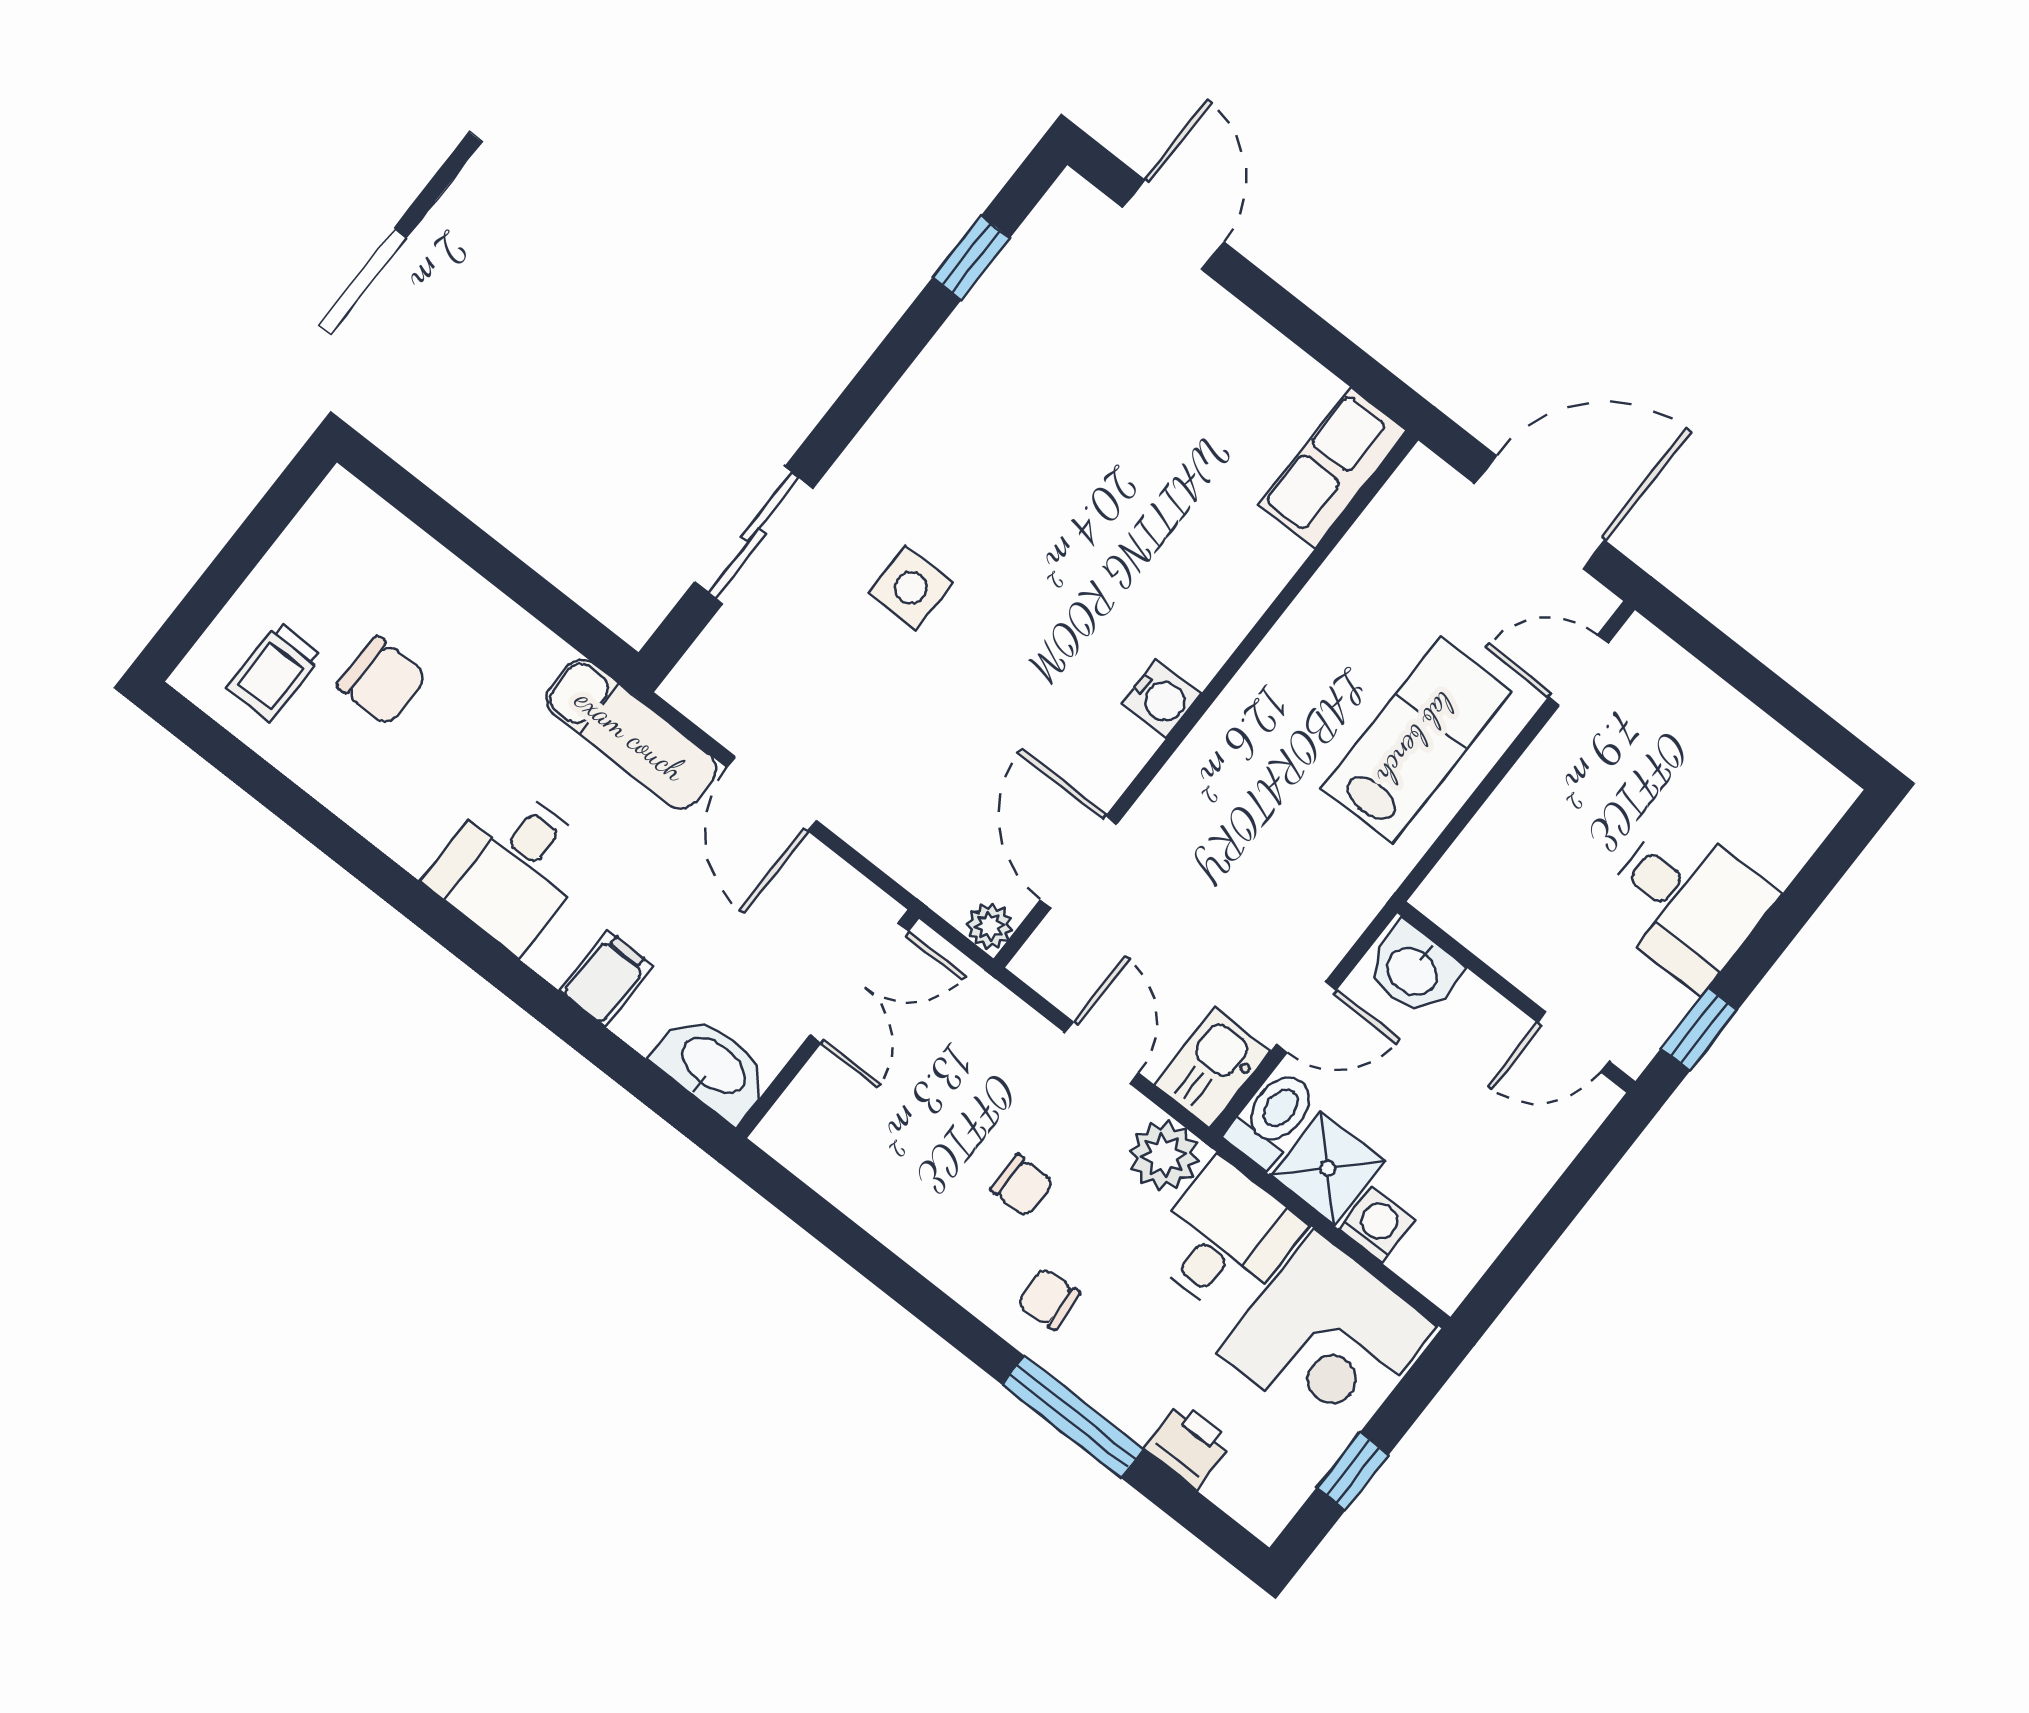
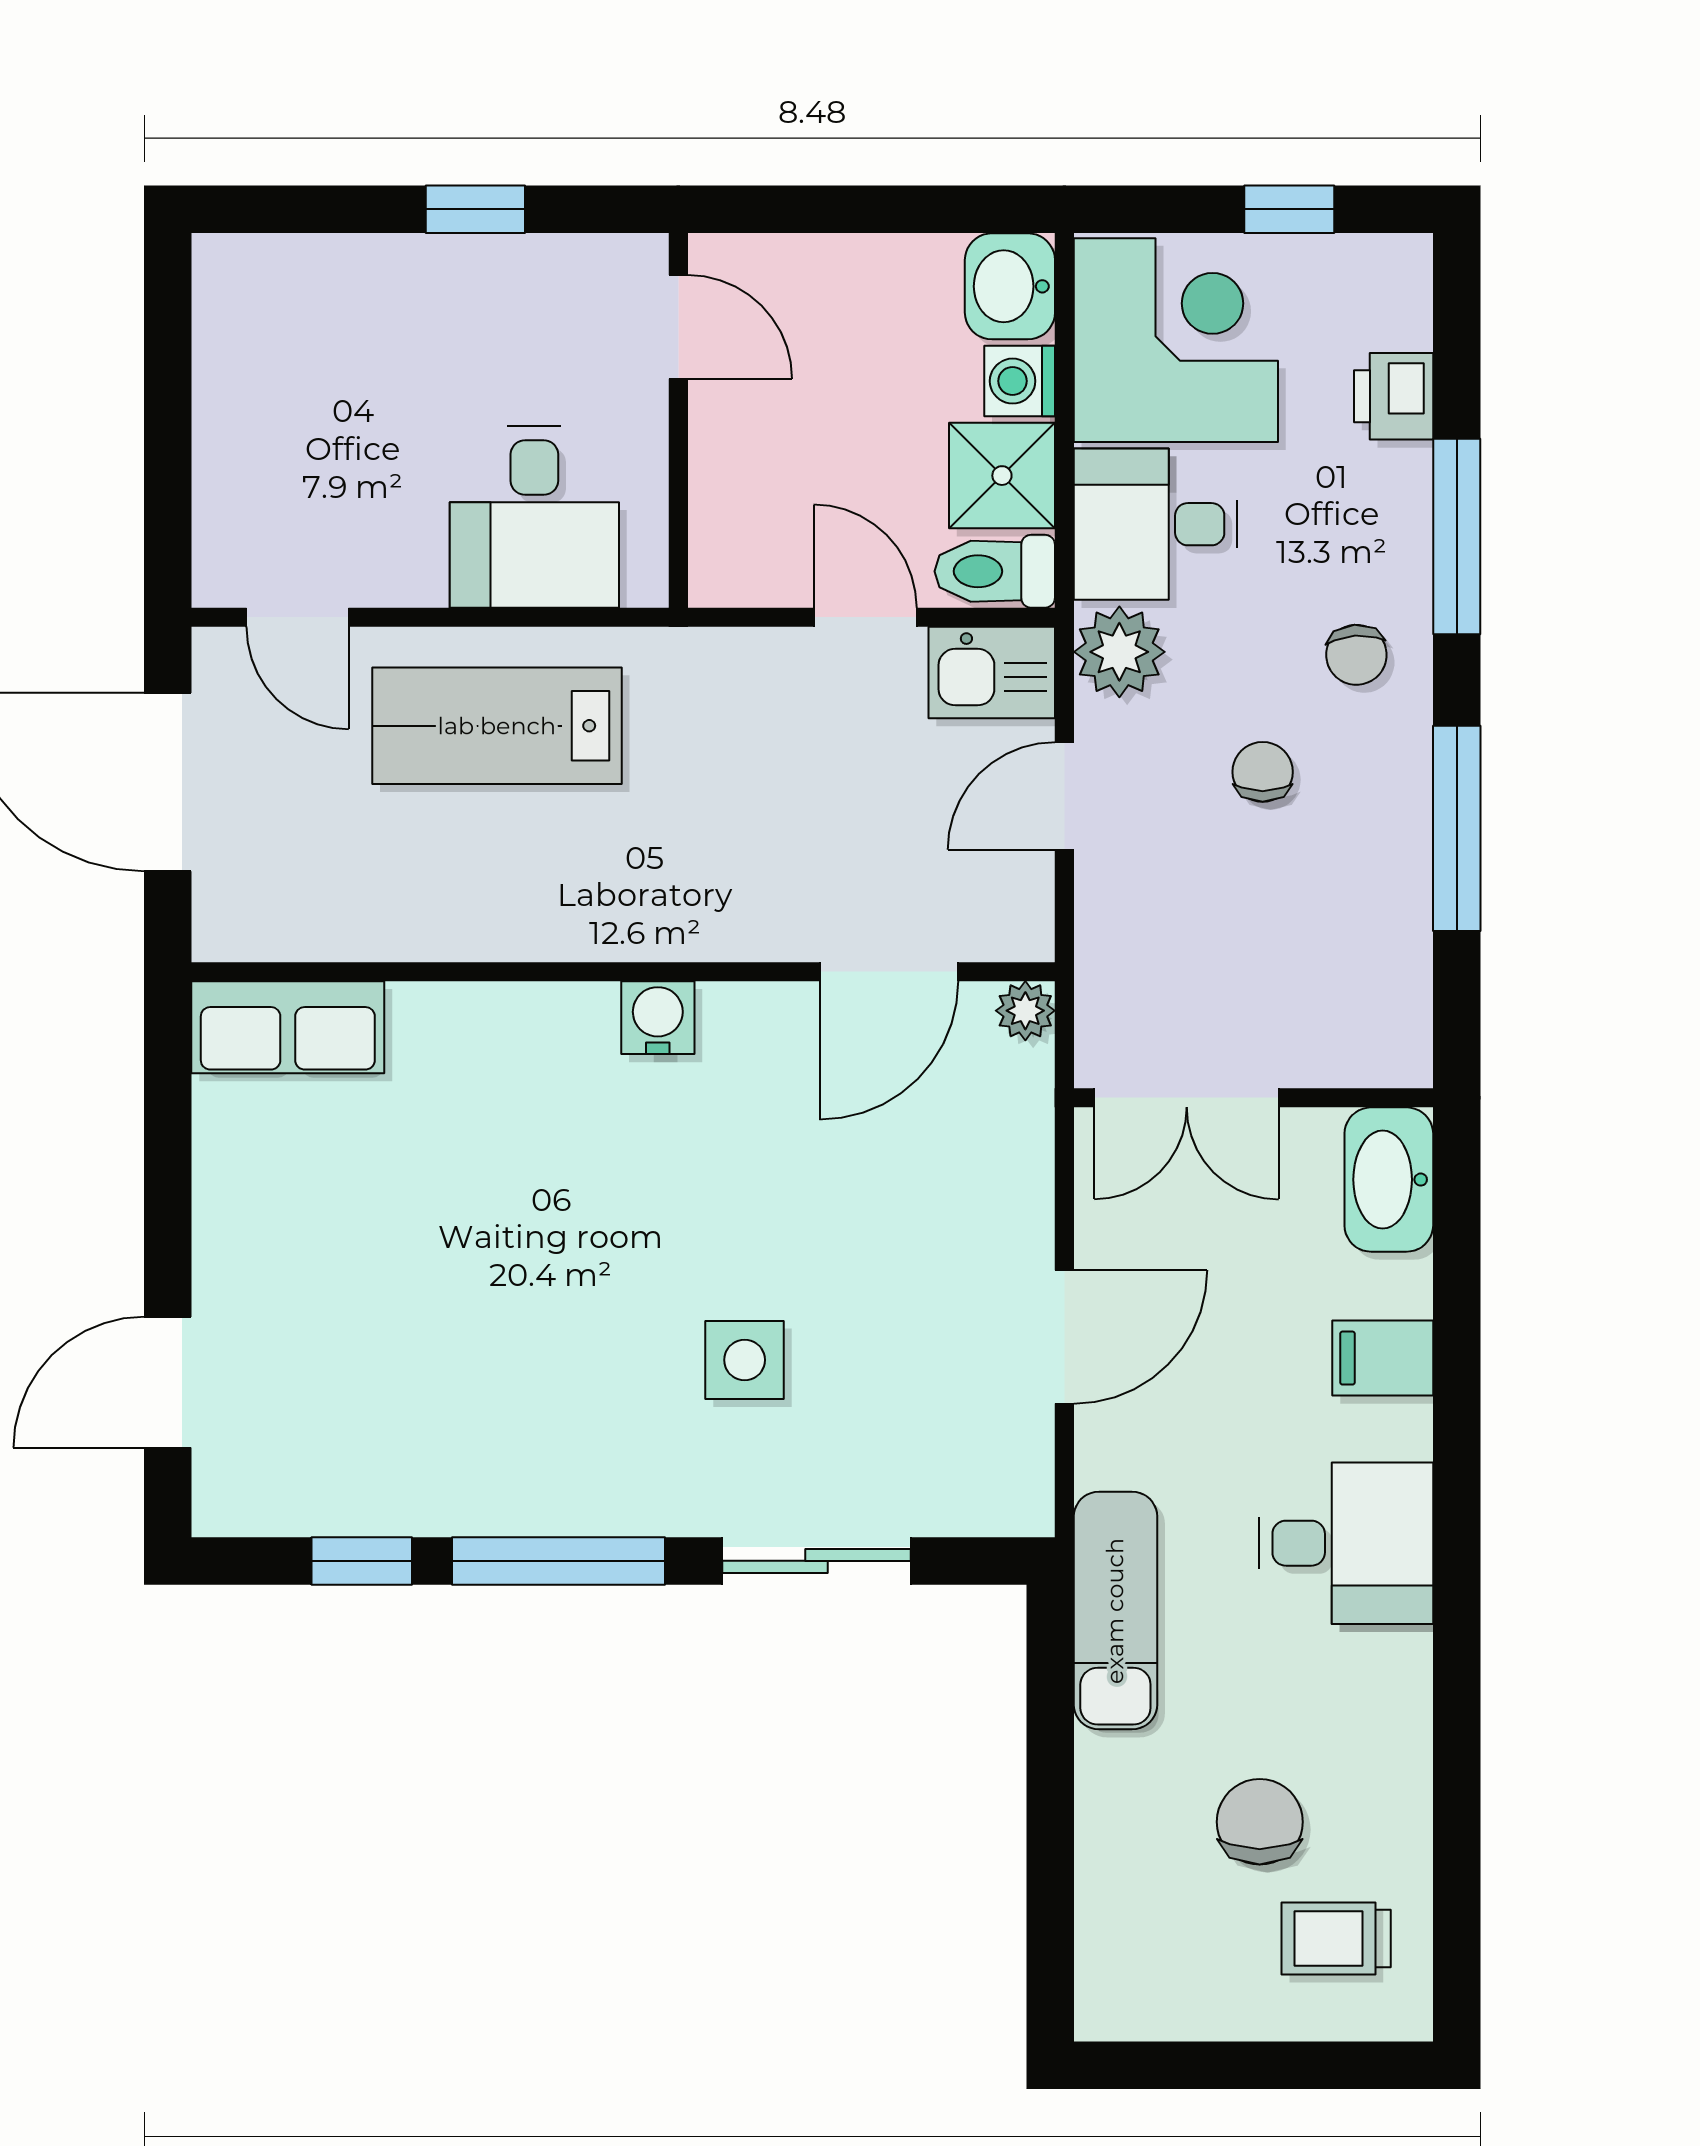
window: (877, 378) -> (559, 1561), added
trolley: (274, 672) -> (1336, 1939), turned 180
exam couch: (631, 734) -> (1115, 1611), moved
desk: (1686, 902) -> (534, 517), moved, turned 180
washbasin: (1413, 970) -> (1010, 286), moved, turned 180
double door: (859, 983) -> (1187, 1098), swing flipped
window: (1699, 1029) -> (475, 209), moved
window: (894, 1277) -> (1457, 828), added

